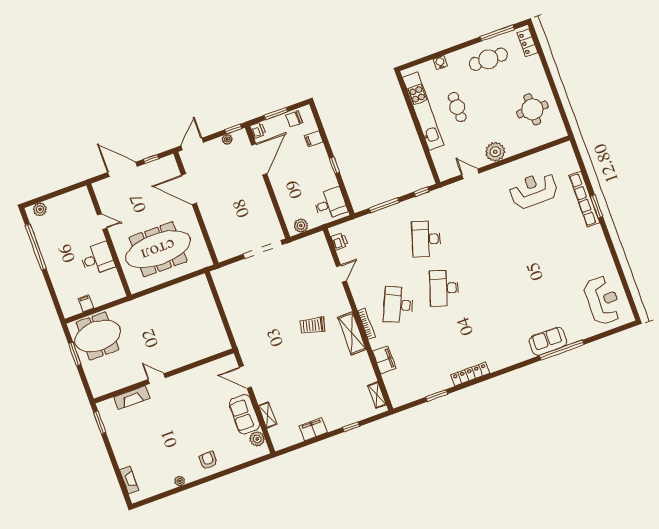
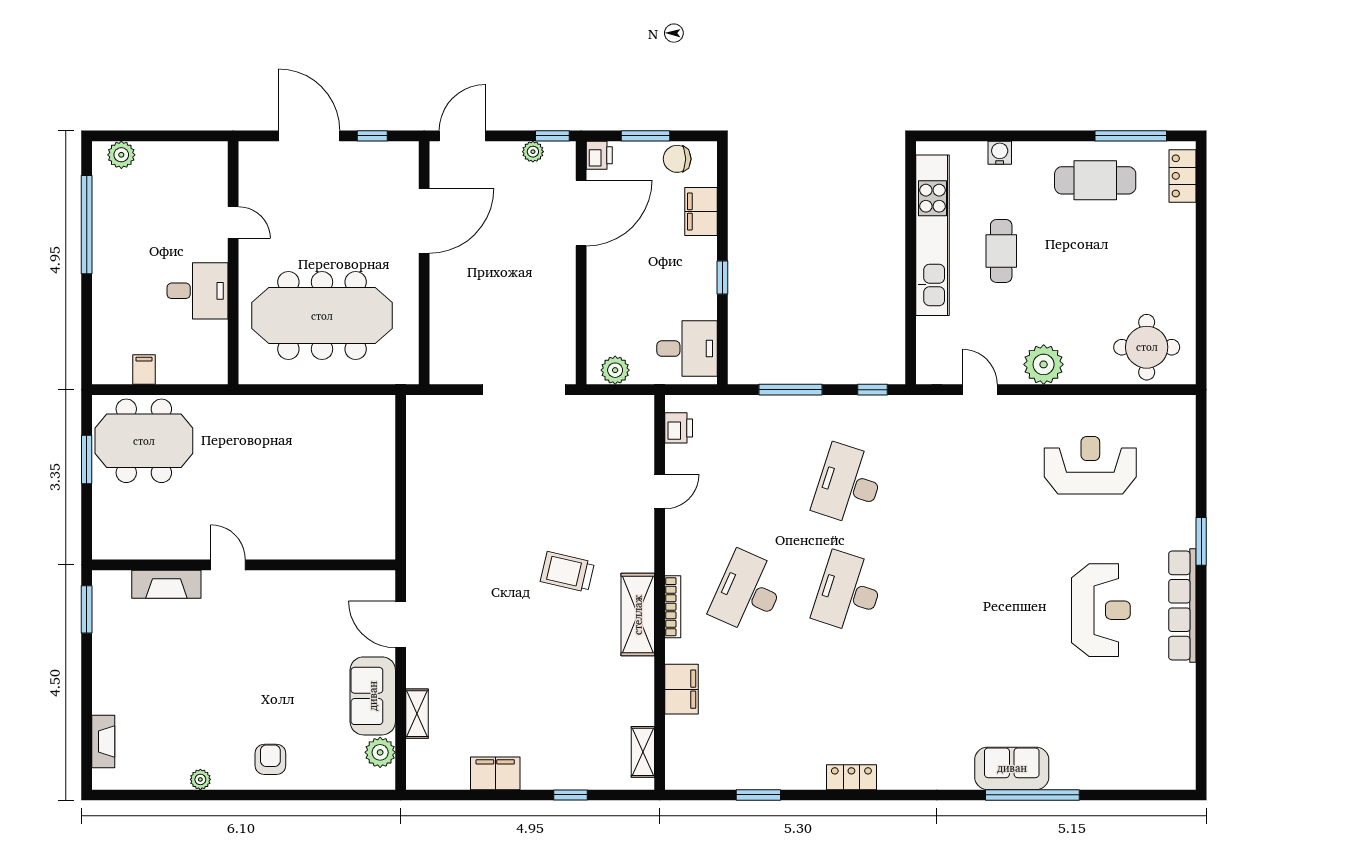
round table: (532, 109) -> (1147, 347), moved
filing cabinet: (314, 139) -> (701, 211), width x2.00
door: (189, 189) -> (424, 221), swing flipped
row of seats: (584, 199) -> (1182, 605), moved
reception desk: (603, 300) -> (1101, 610), moved
locker: (470, 374) -> (851, 777), width x0.66

